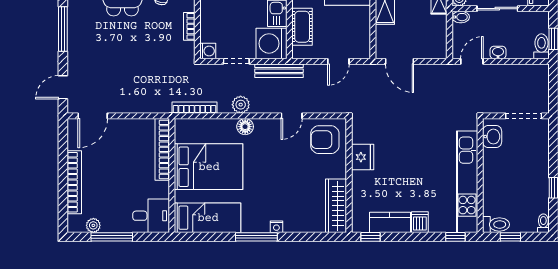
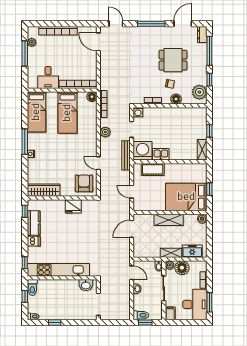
floor lamp: (245, 127) -> (92, 97), moved
bed: (209, 167) -> (67, 113), width x0.67
desk: (151, 216) -> (48, 78), moved

